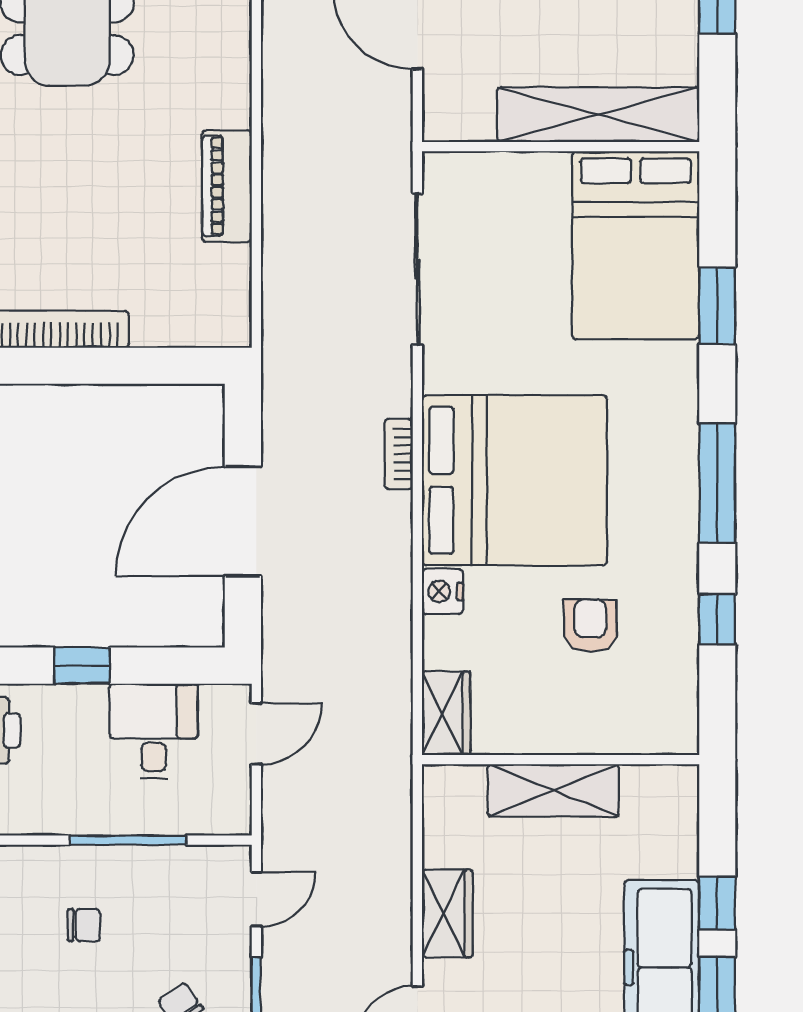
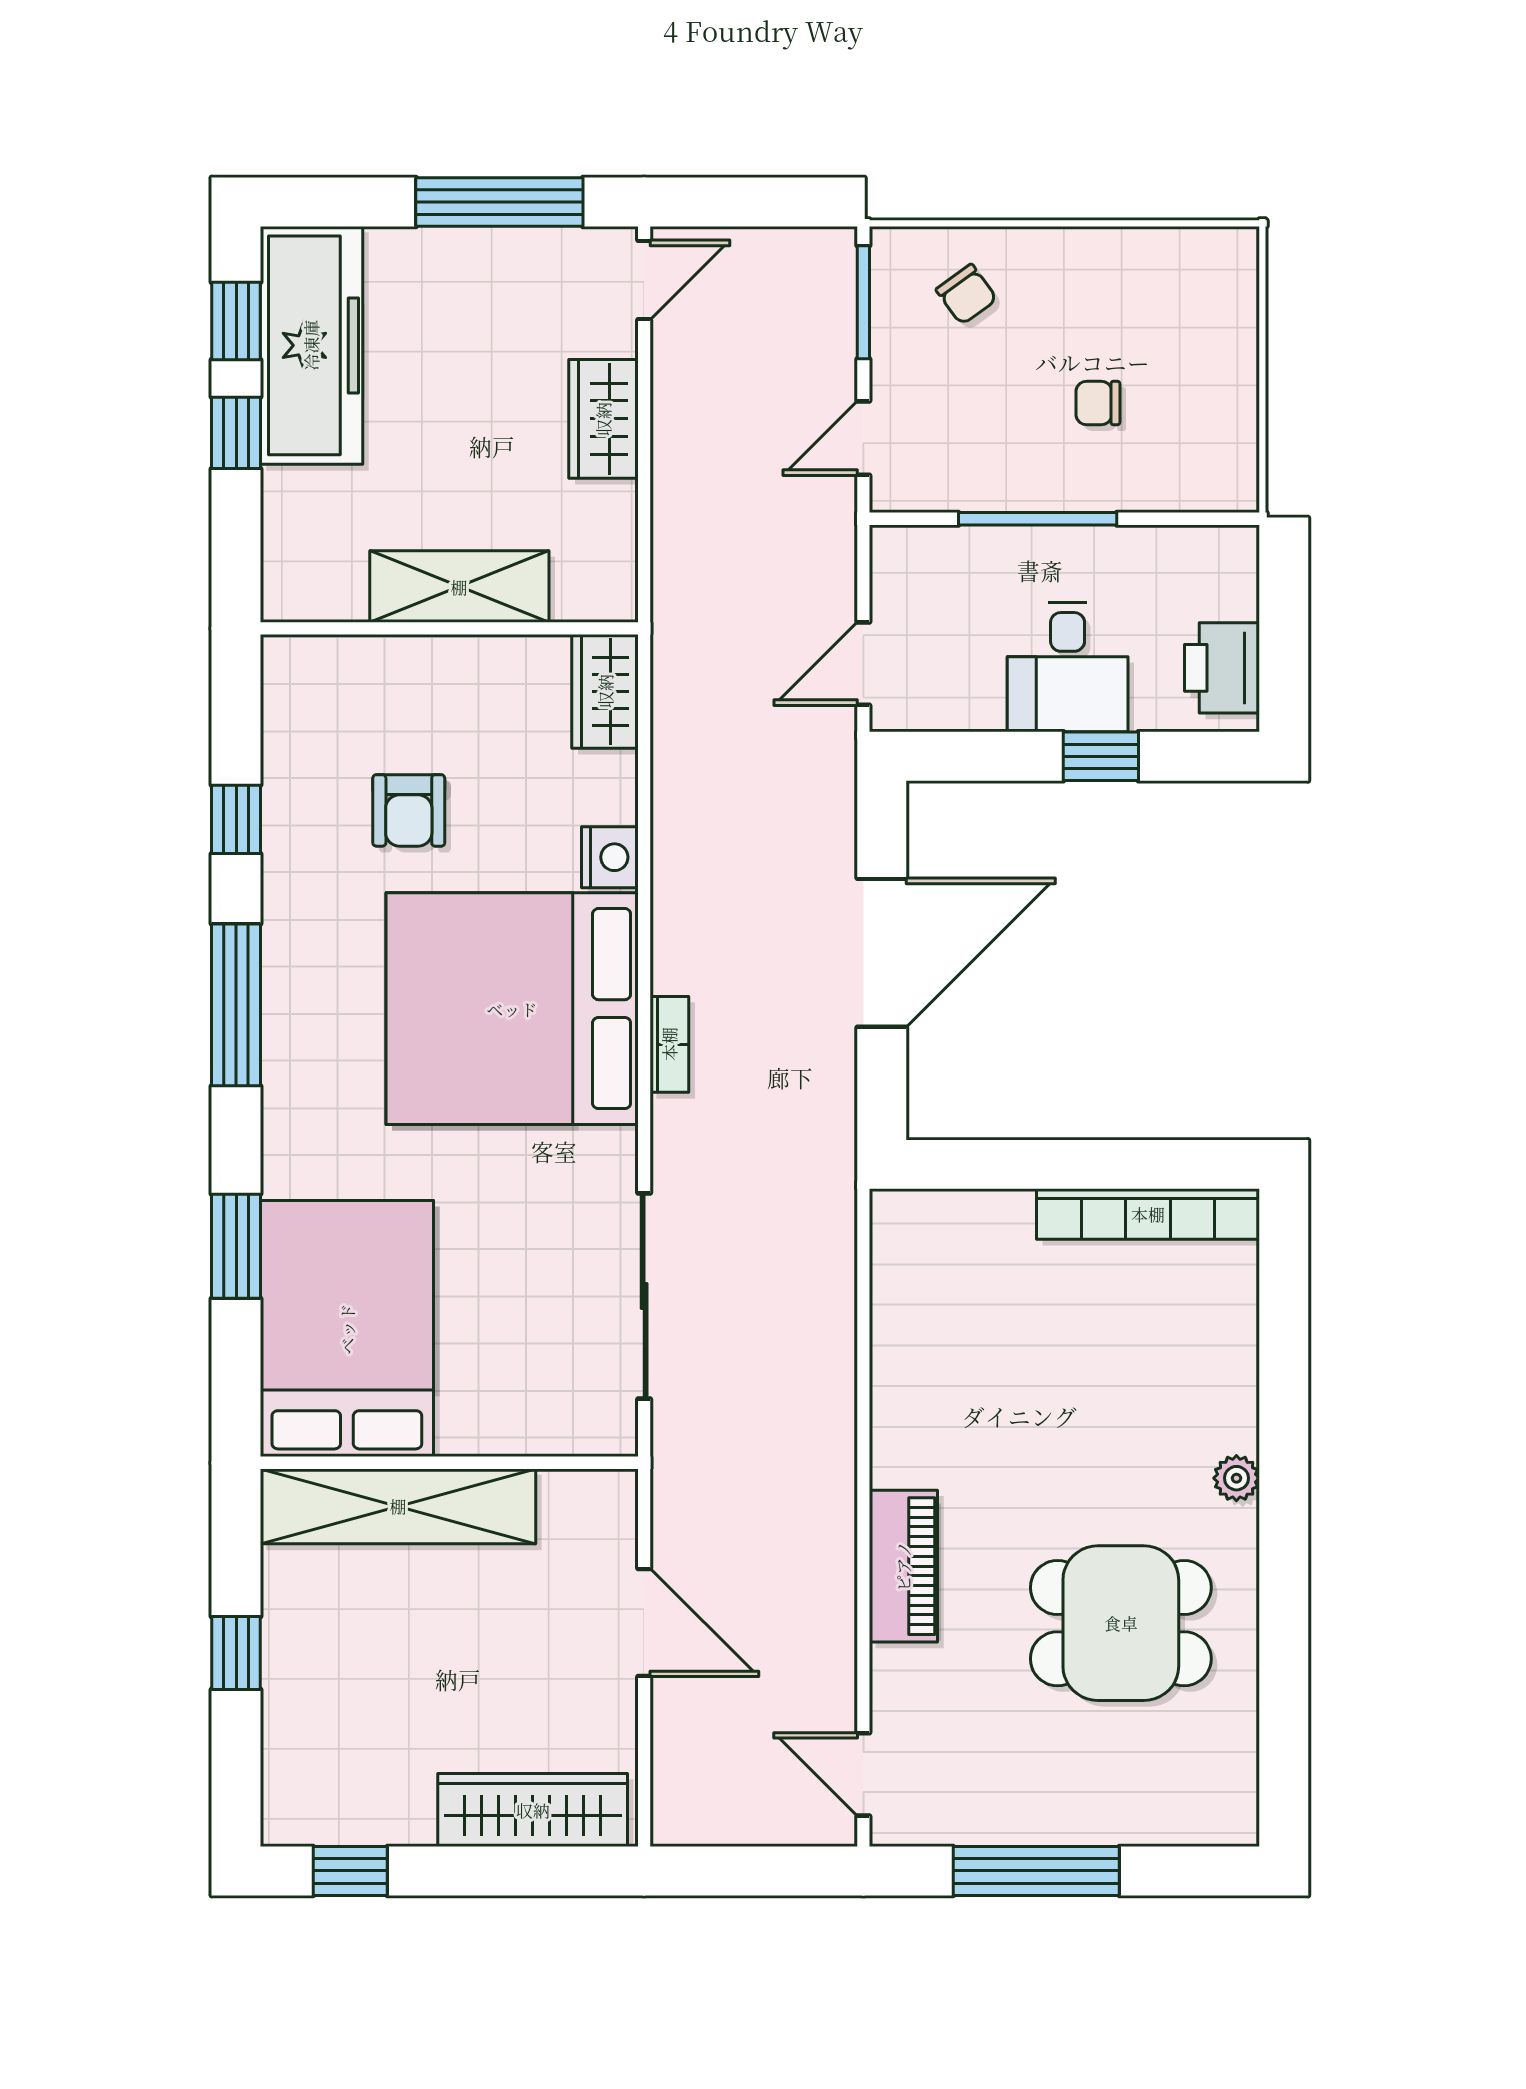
piano: (227, 186) -> (903, 1566), moved
desk: (154, 731) -> (1068, 667), moved

